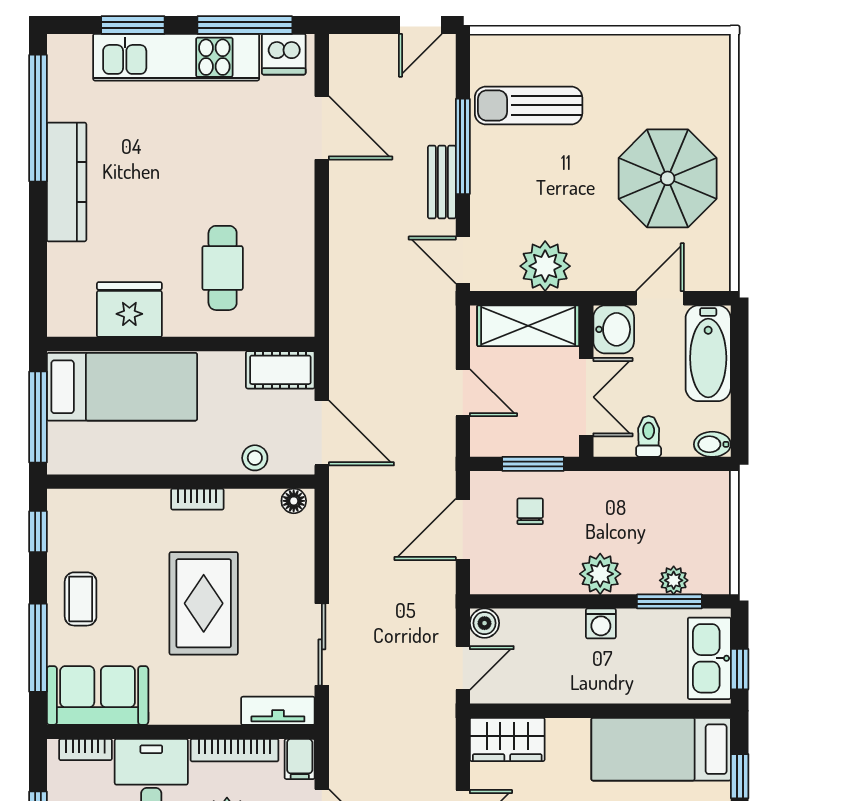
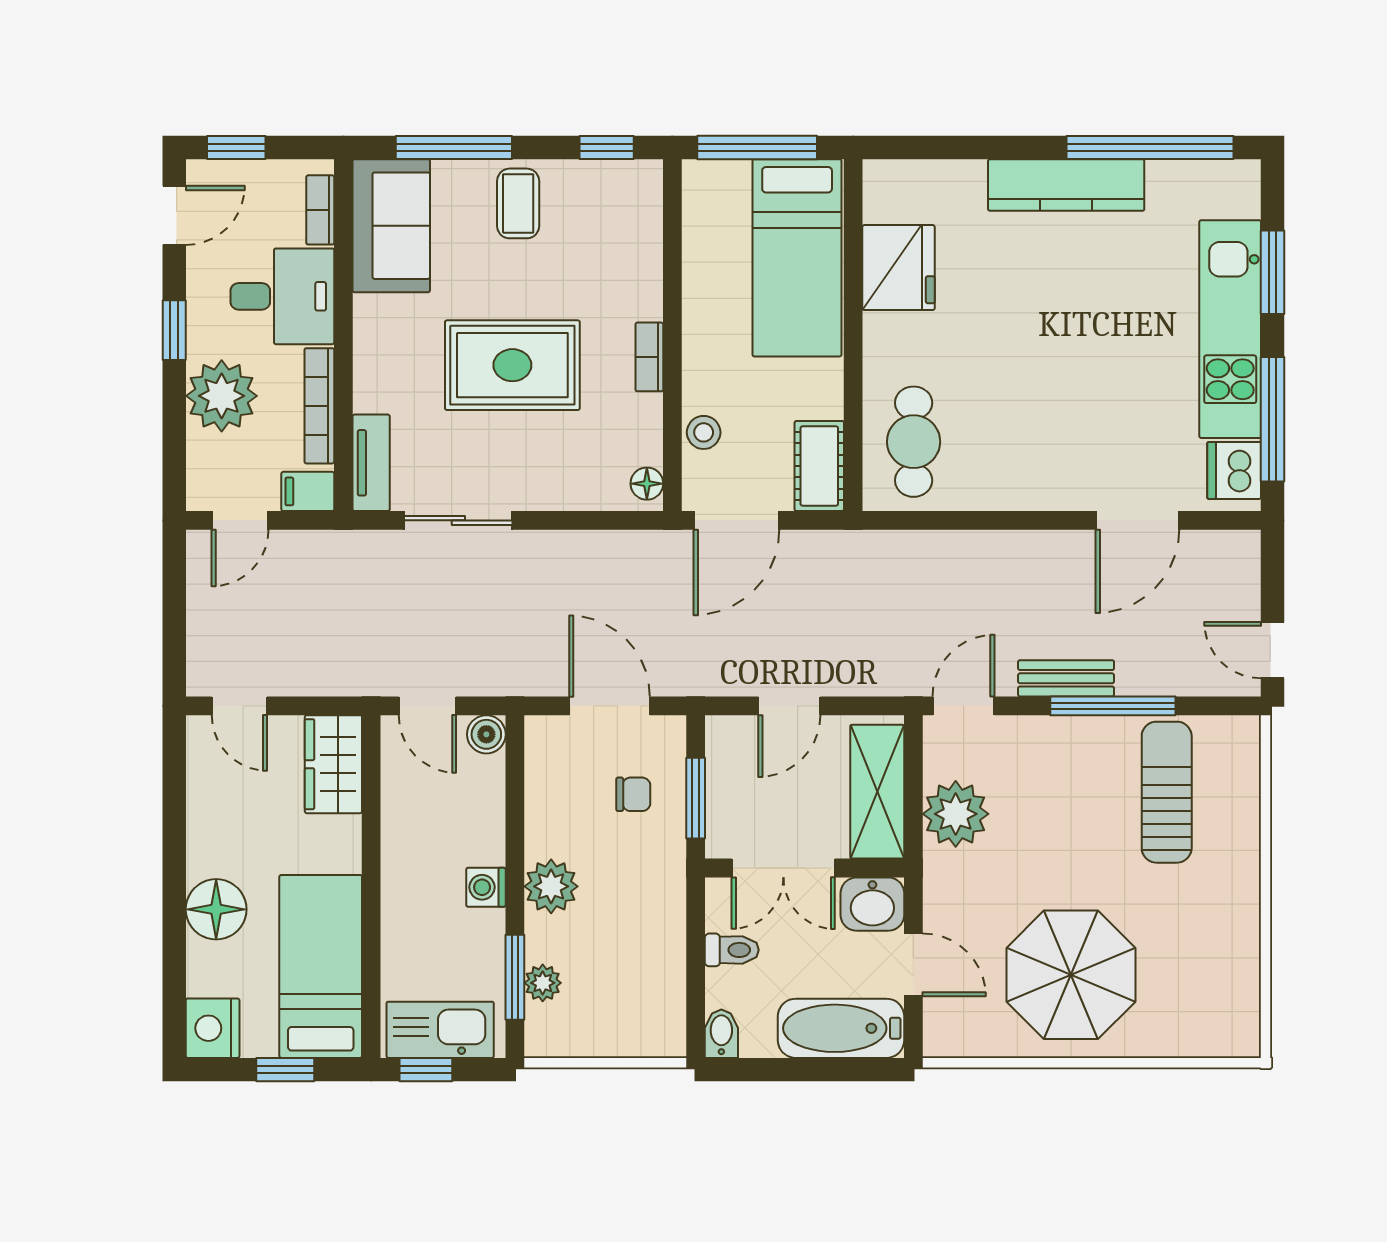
cafe table: (223, 268) -> (914, 442), moved, turned 90
coffee table: (81, 599) -> (518, 203), turned 90

